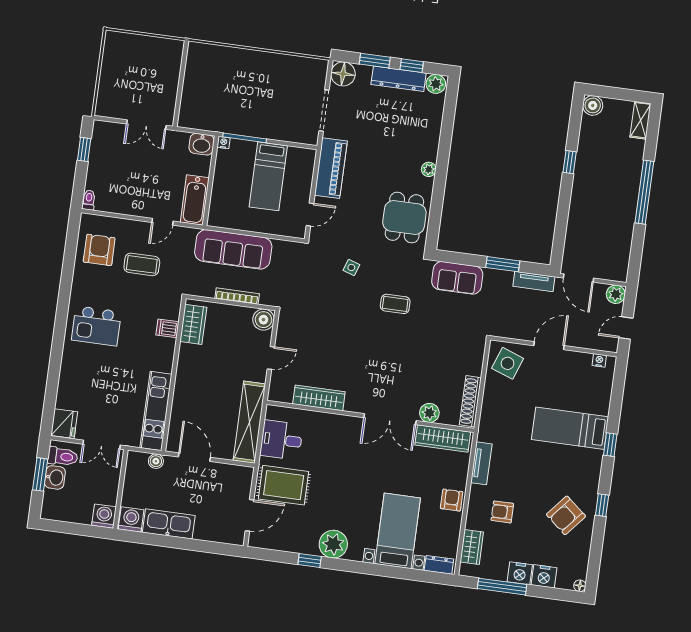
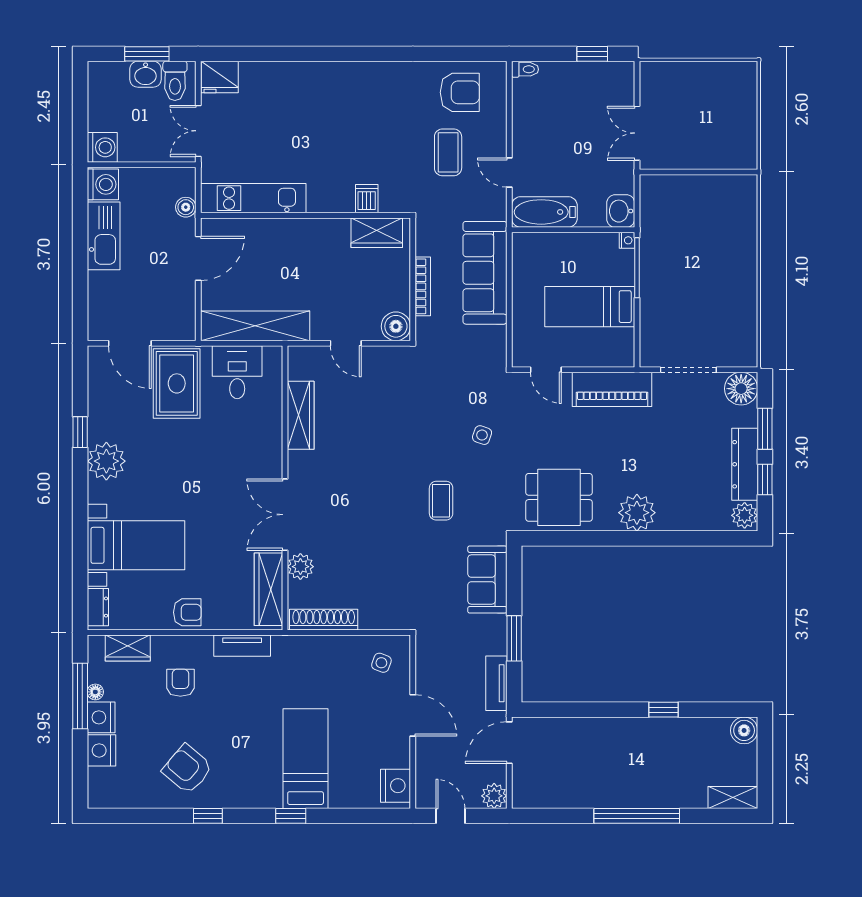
plant: (429, 169) -> (637, 513), width x1.88, depth x1.88
kitchen island: (96, 326) -> (357, 102), removed
nightstand: (599, 360) -> (395, 786), width x1.89, depth x1.79
side table: (508, 363) -> (381, 663), width x0.54, depth x0.54
floor lamp: (580, 586) -> (95, 692), moved

